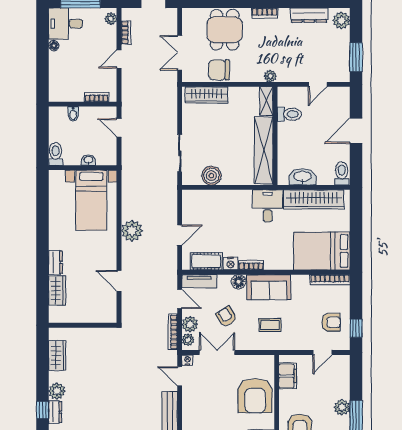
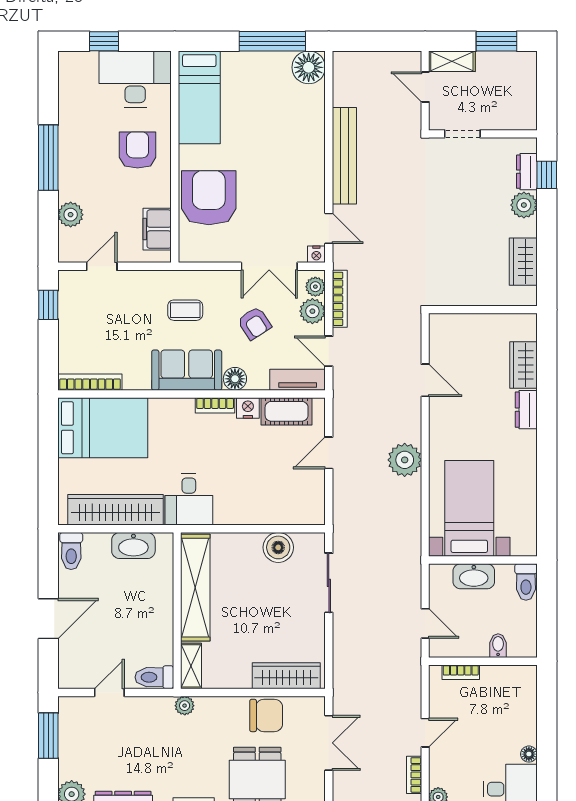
toilet: (289, 114) -> (154, 677), moved
washbasin: (88, 160) -> (474, 576), width x1.91, depth x1.45
armchair: (331, 322) -> (88, 314), removed
plant: (342, 407) -> (71, 215), moved

